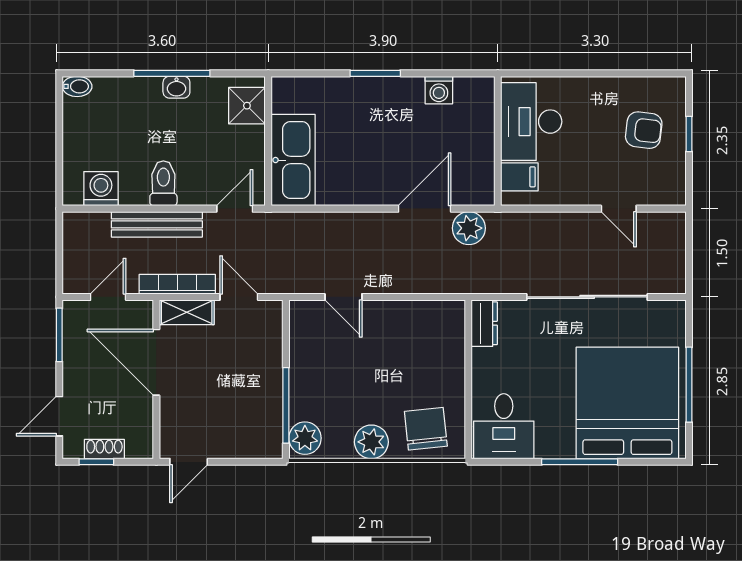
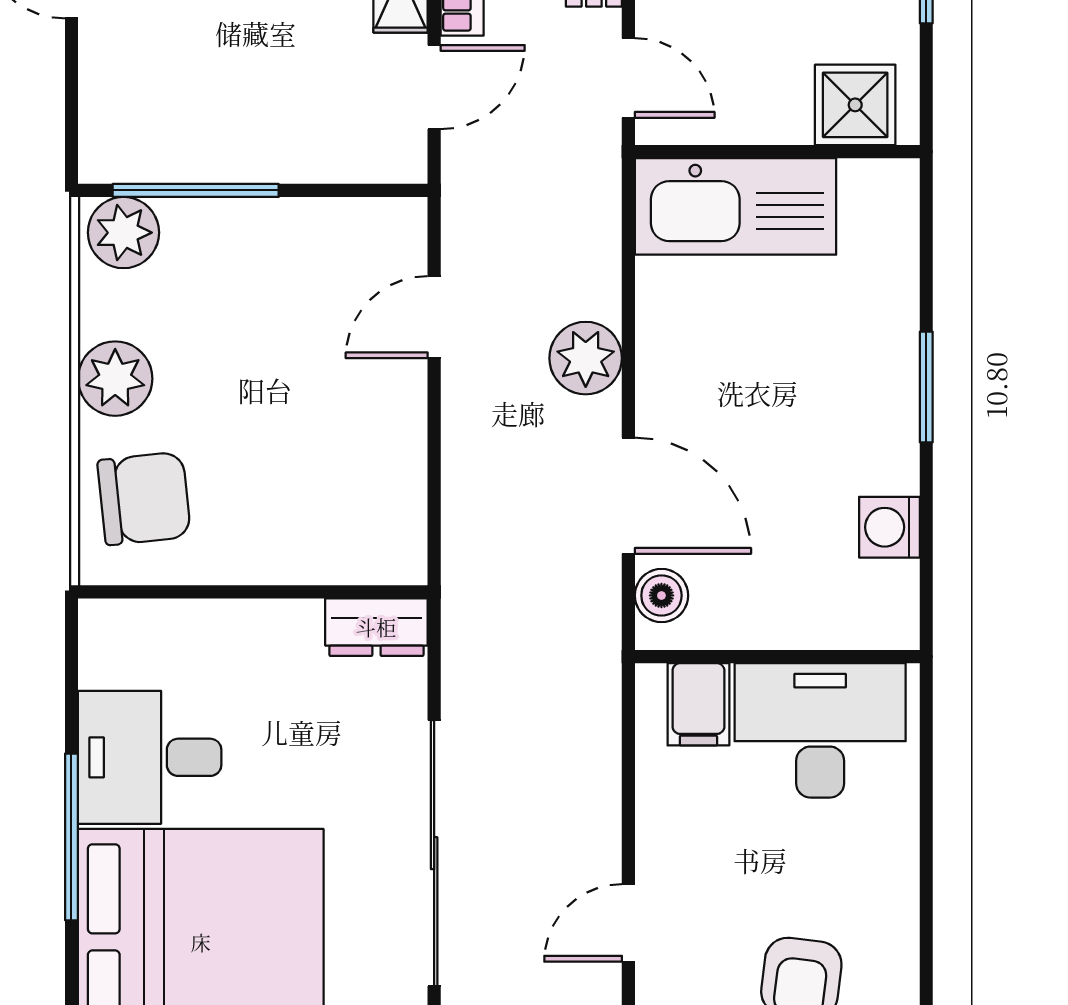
boiler: (470, 194) -> (661, 595), added
plant: (469, 228) -> (586, 358), moved
desk: (504, 426) -> (150, 757), moved

